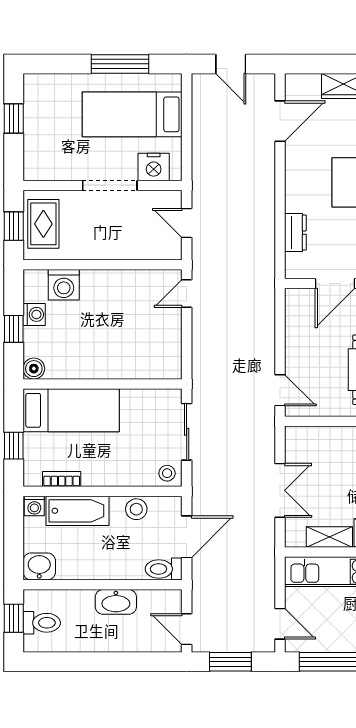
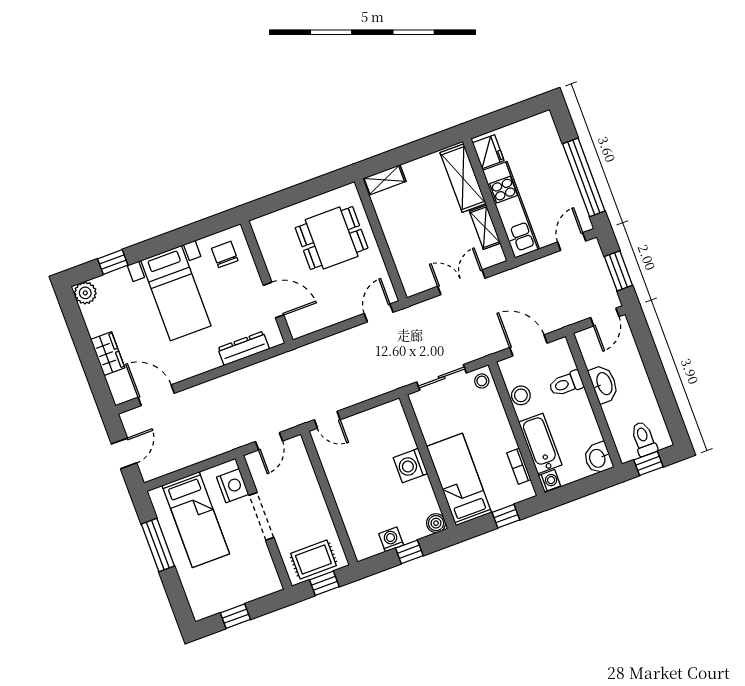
dresser: (295, 233) -> (244, 348), width x1.44
washing machine: (64, 285) -> (410, 466), moved, turned 180
toilet: (164, 569) -> (566, 384), moved, turned 90

